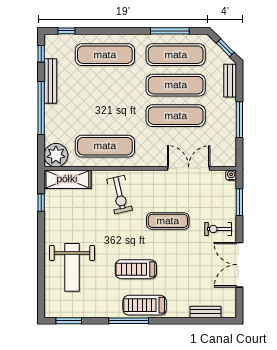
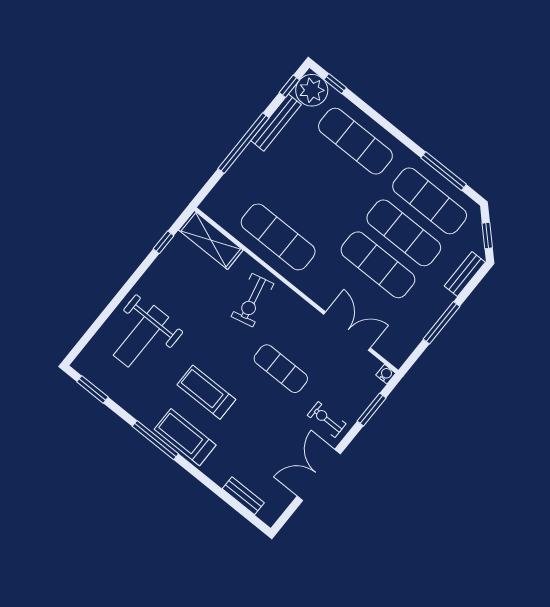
plant: (56, 155) -> (312, 90), moved

